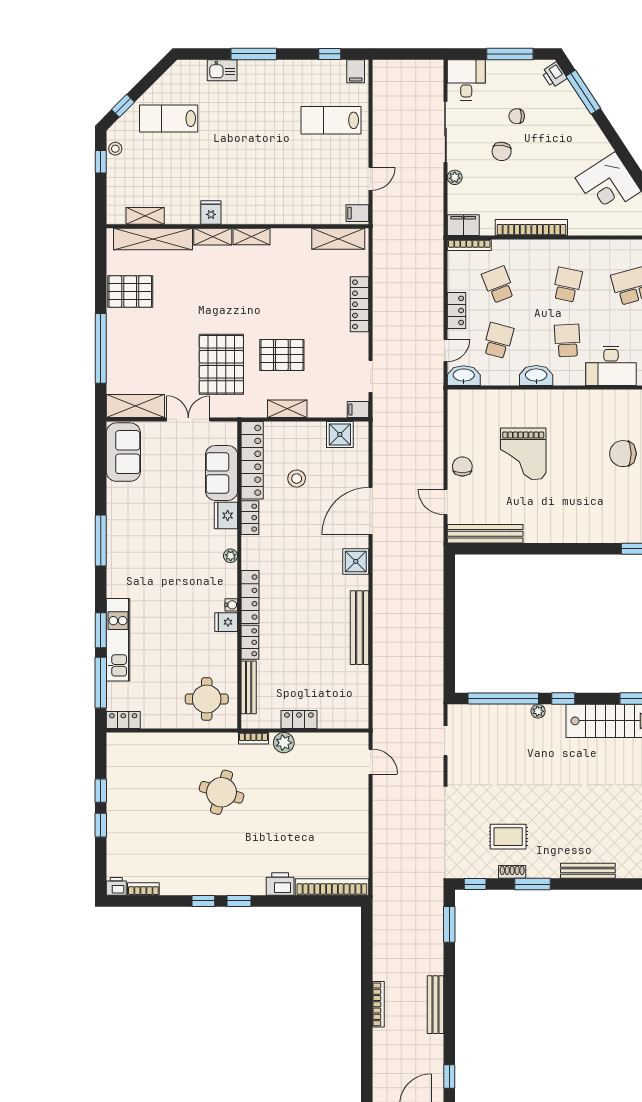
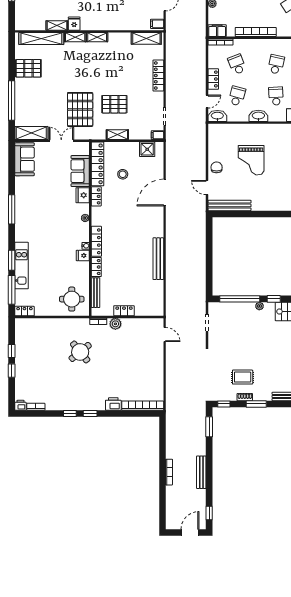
shelving: (145, 216) -> (57, 25), moved
shower: (356, 561) -> (156, 221), removed
round table: (222, 792) -> (80, 352), turned 34

